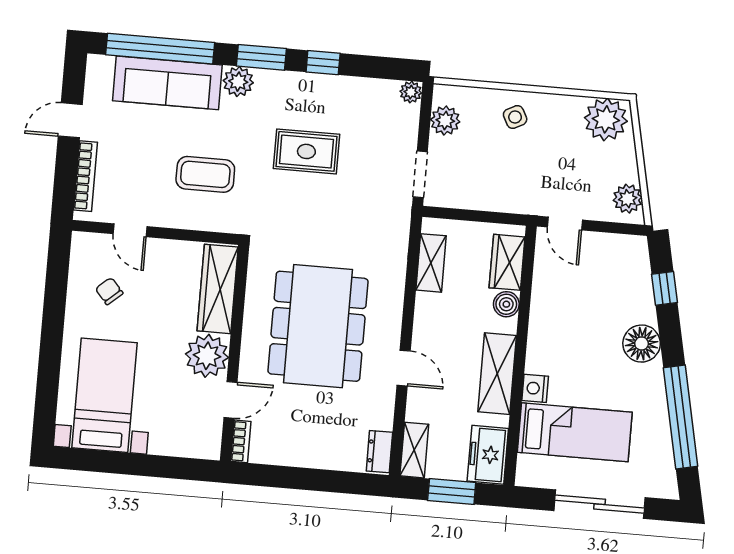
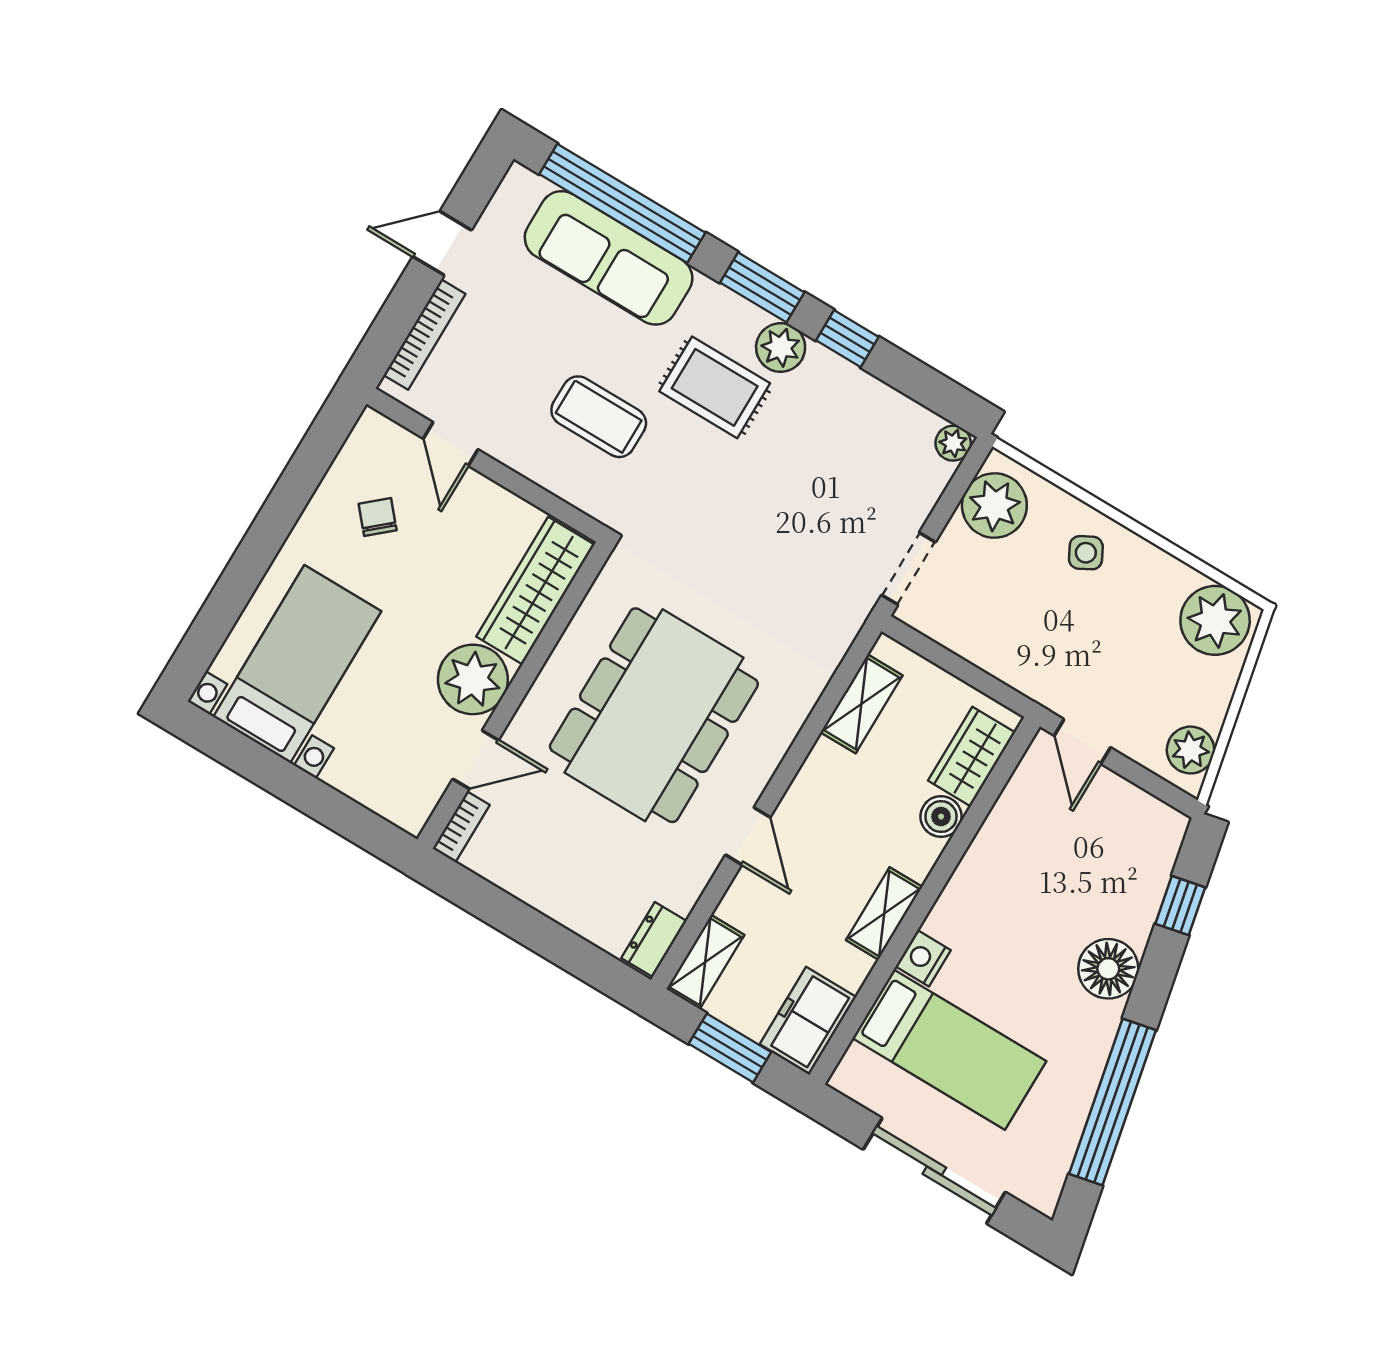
plant: (238, 82) -> (781, 347), moved
plant: (445, 121) -> (994, 506), width x1.36, depth x1.36
rug: (306, 151) -> (715, 387), moved
shelving: (497, 374) -> (884, 914), width x0.67, depth x0.75

